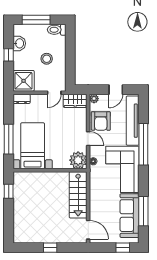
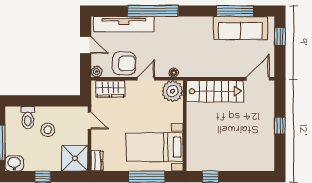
toilet: (57, 30) -> (28, 118), moved
washbasin: (19, 43) -> (14, 164), moved
wardrobe: (75, 101) -> (110, 89), moved, turned 90
corner sofa: (122, 169) -> (184, 37), removed

